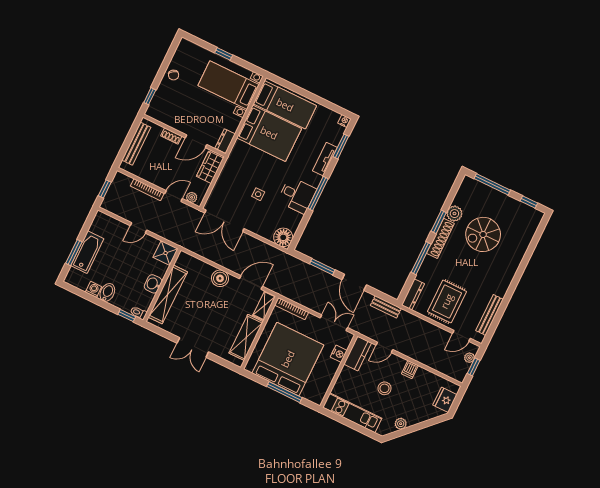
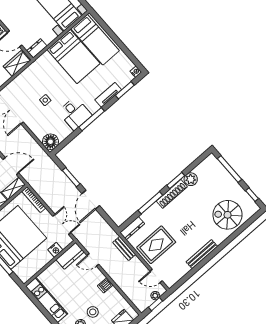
spiral stairs: (483, 234) -> (228, 215), moved
bench: (386, 307) -> (124, 248), moved
bench: (490, 315) -> (202, 254), moved
stool: (385, 388) -> (93, 312), moved

